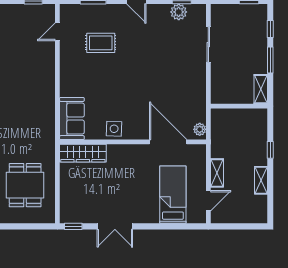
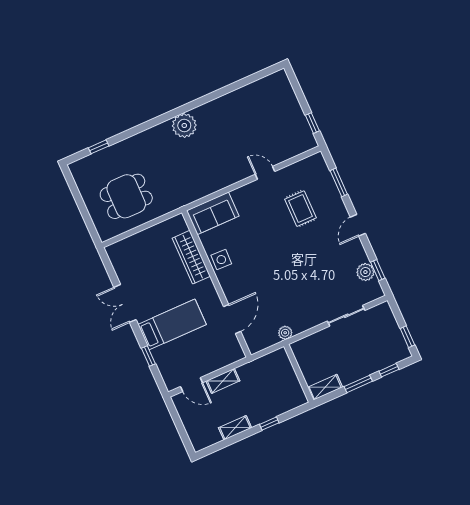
door: (57, 32) -> (265, 173), moved
plant: (200, 129) -> (285, 333), moved
door: (168, 142) -> (232, 319), width x0.73
wardrobe: (83, 153) -> (191, 257), moved
bed: (173, 195) -> (172, 324), moved
window: (73, 226) -> (148, 356), moved

